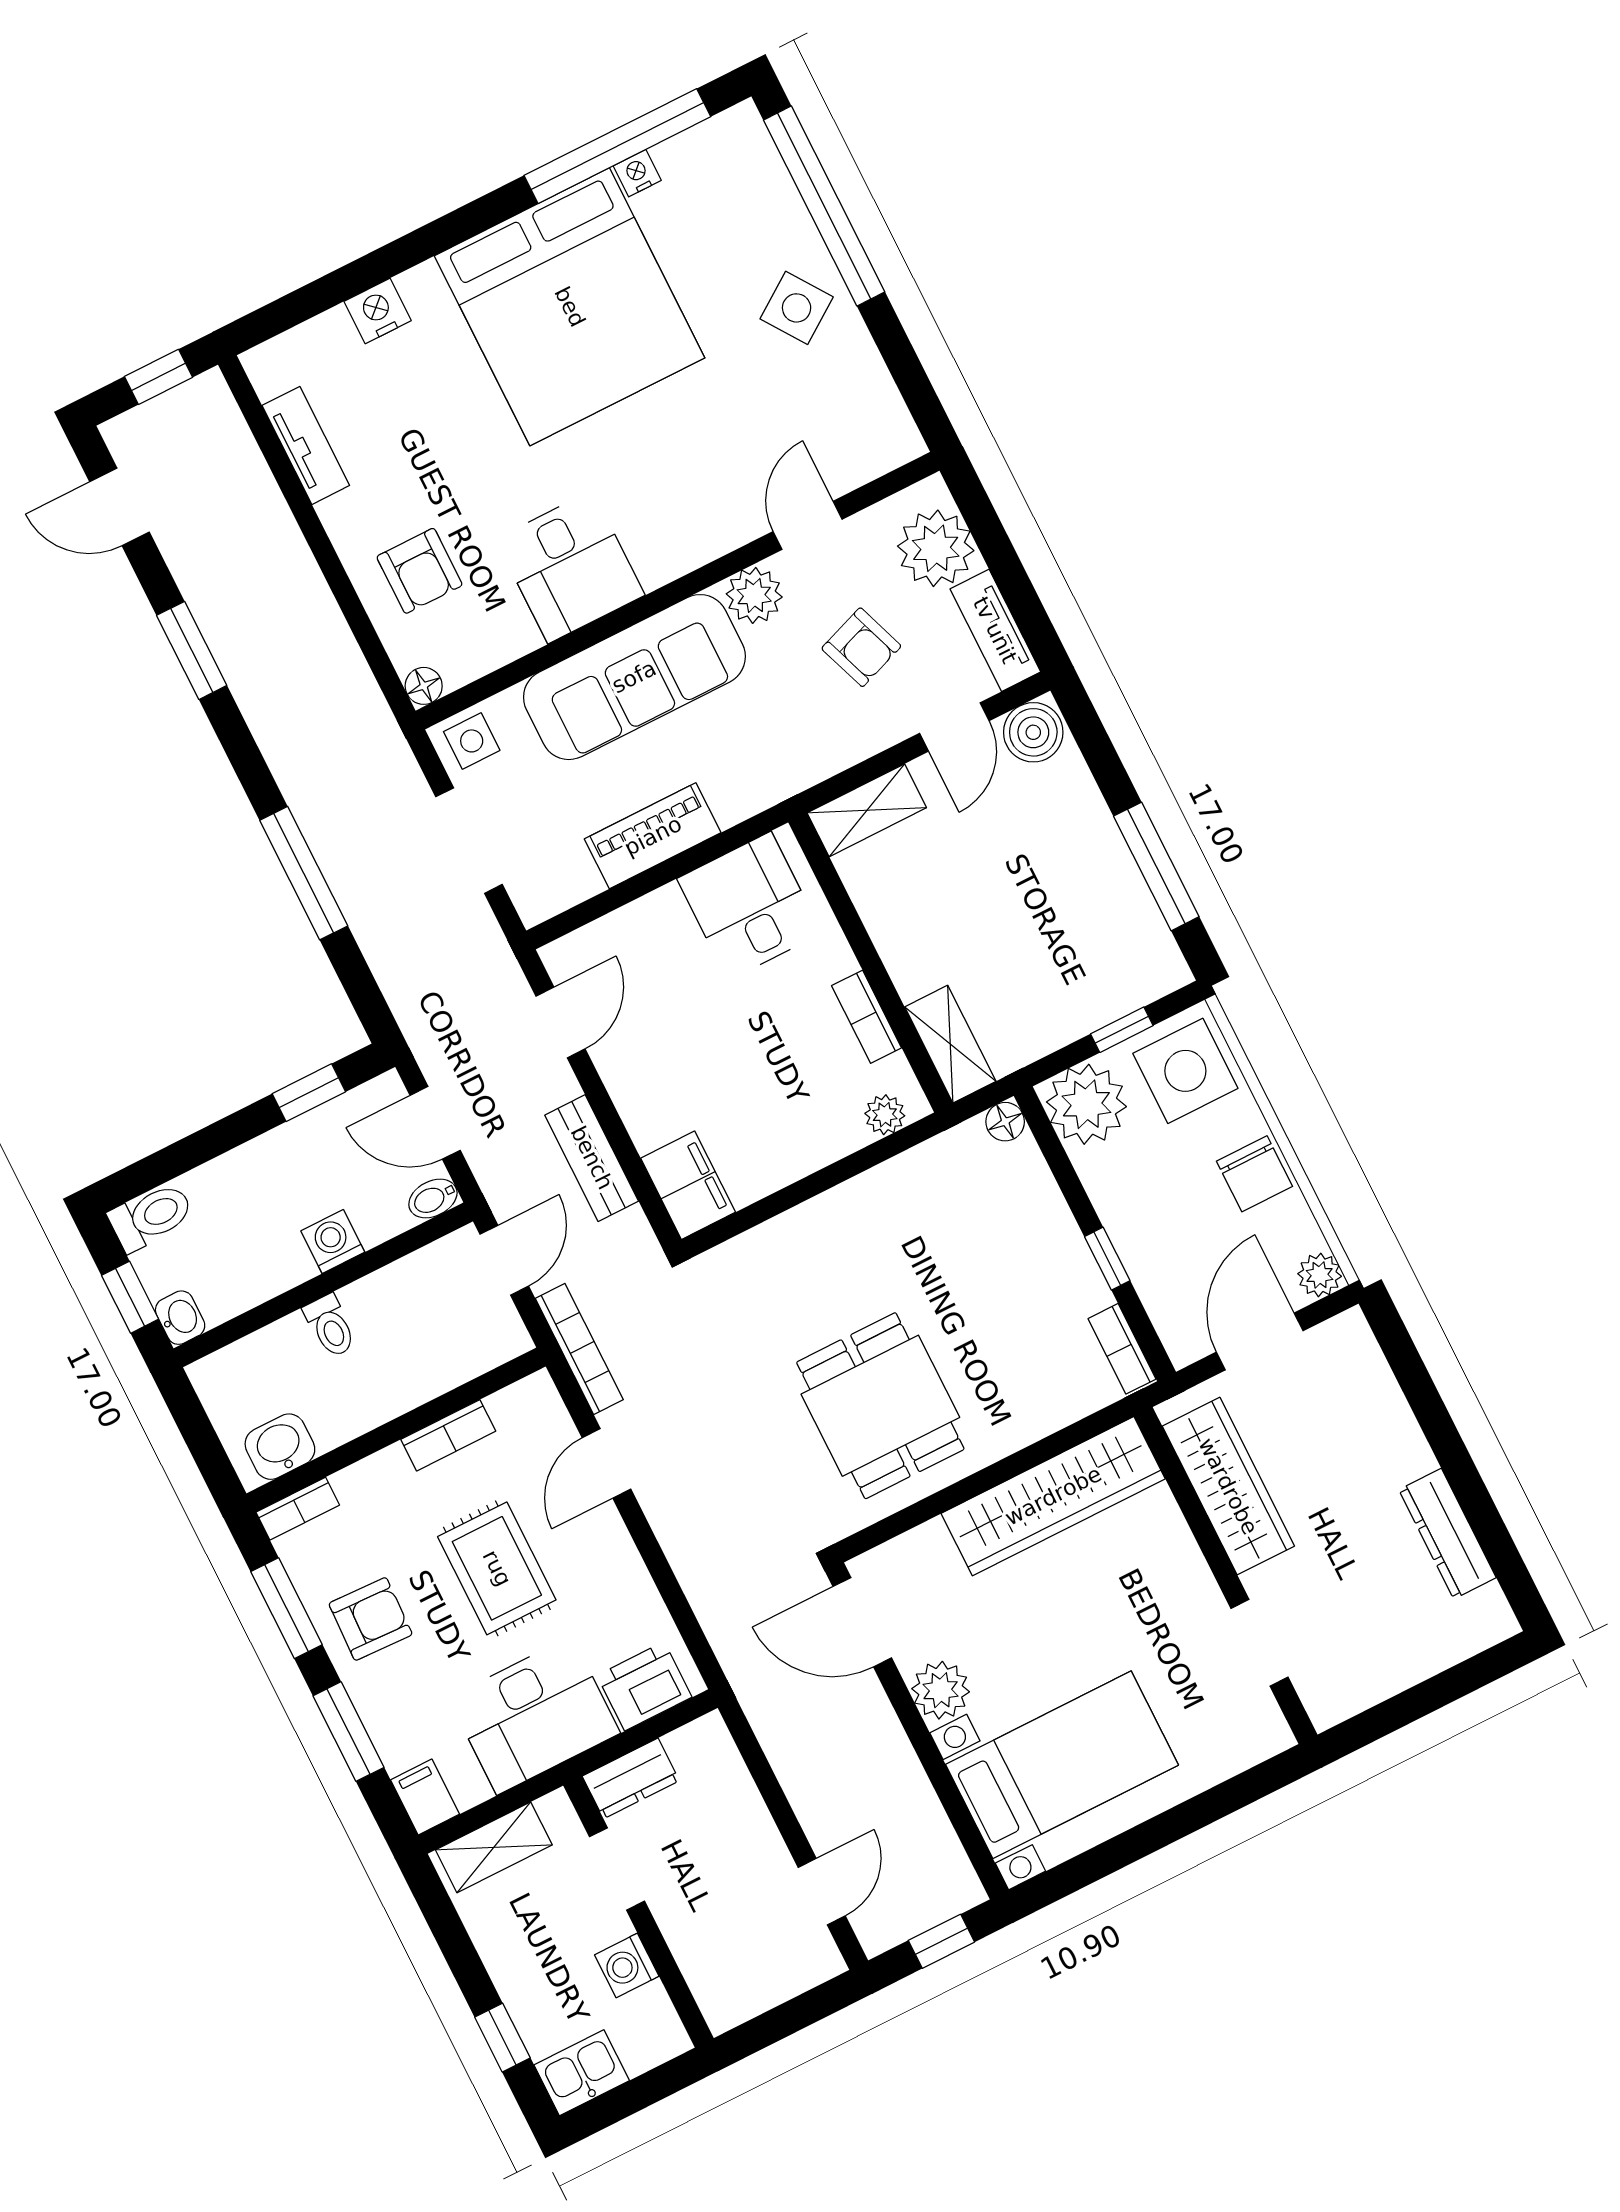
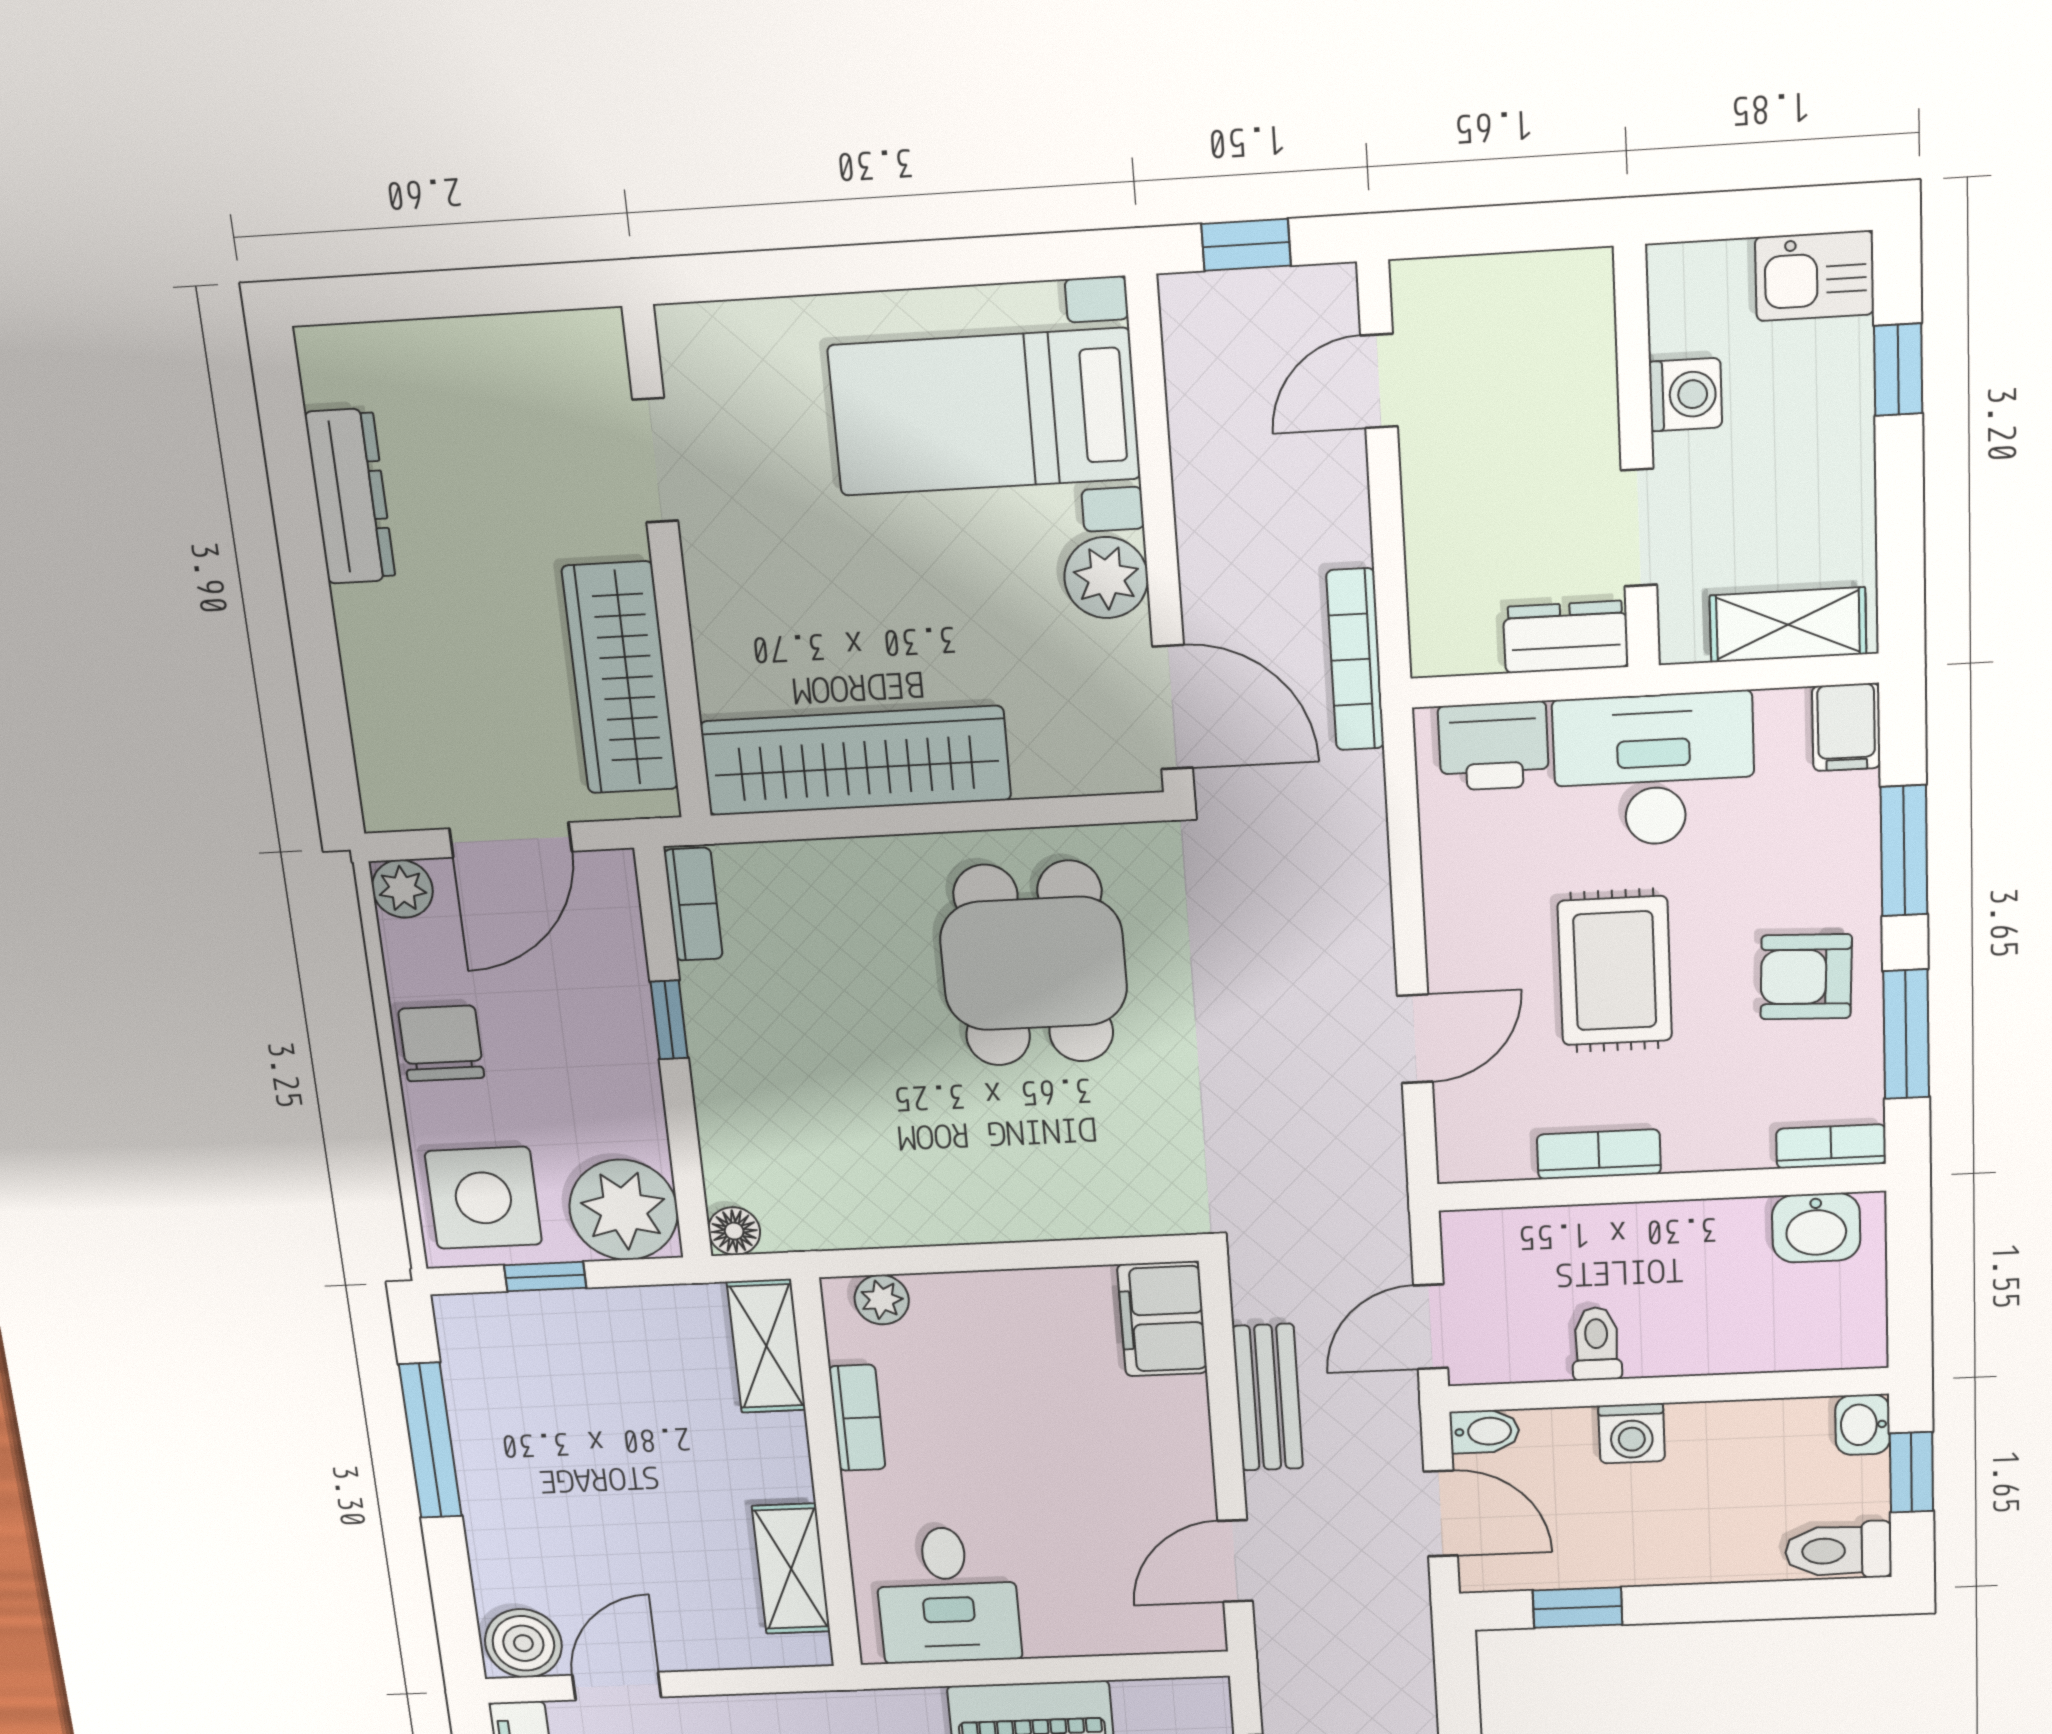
shelving: (867, 810) -> (791, 1569), moved, turned 90
toilet: (330, 1326) -> (1596, 1344), moved
bookcase: (579, 1349) -> (1355, 660), moved

